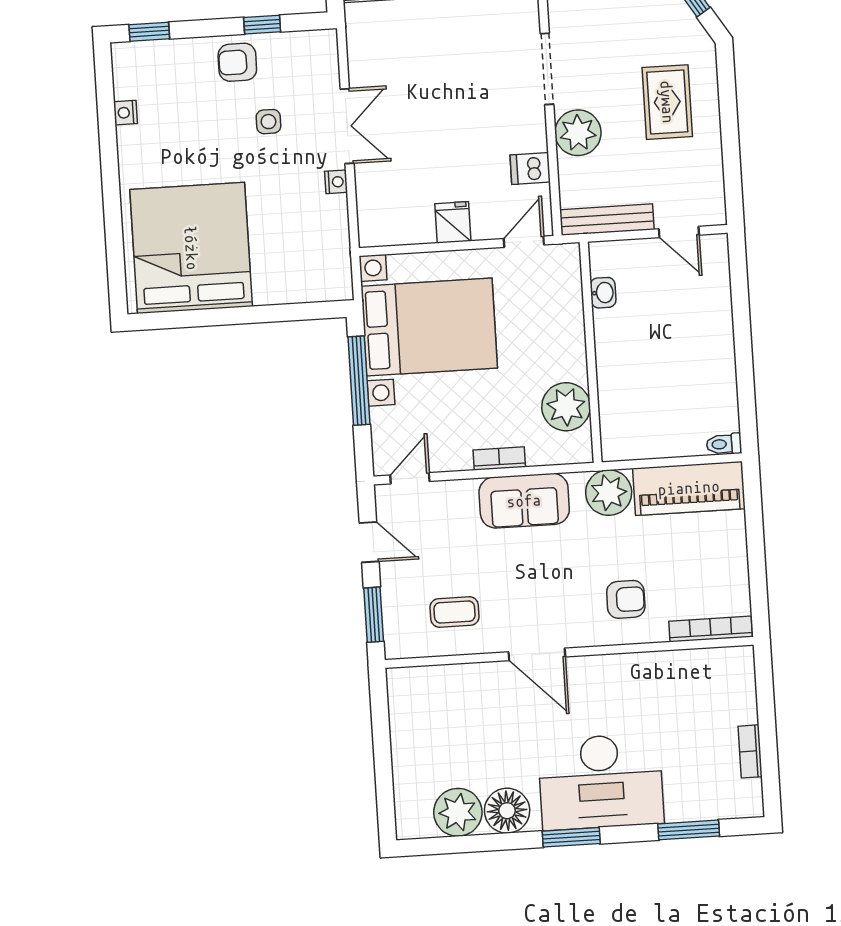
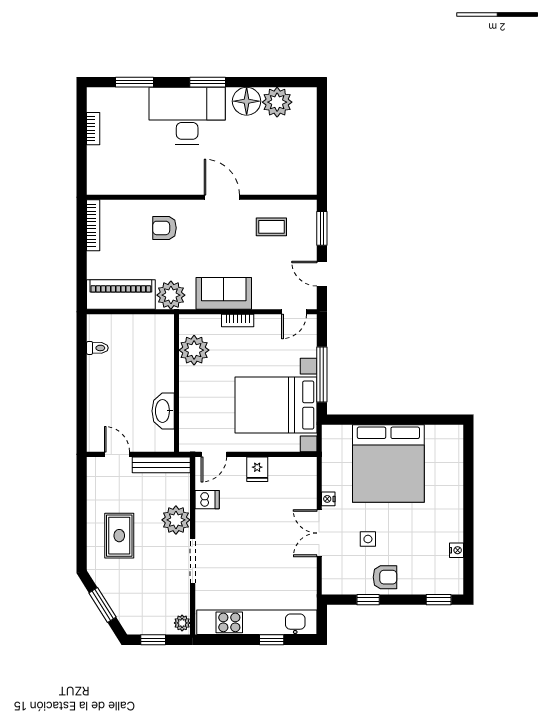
bed: (191, 248) -> (388, 464), moved
washbasin: (603, 293) -> (163, 411), width x1.91, depth x1.45
toilet: (724, 444) -> (97, 348), moved
bookcase: (711, 629) -> (93, 225), moved, turned -90

